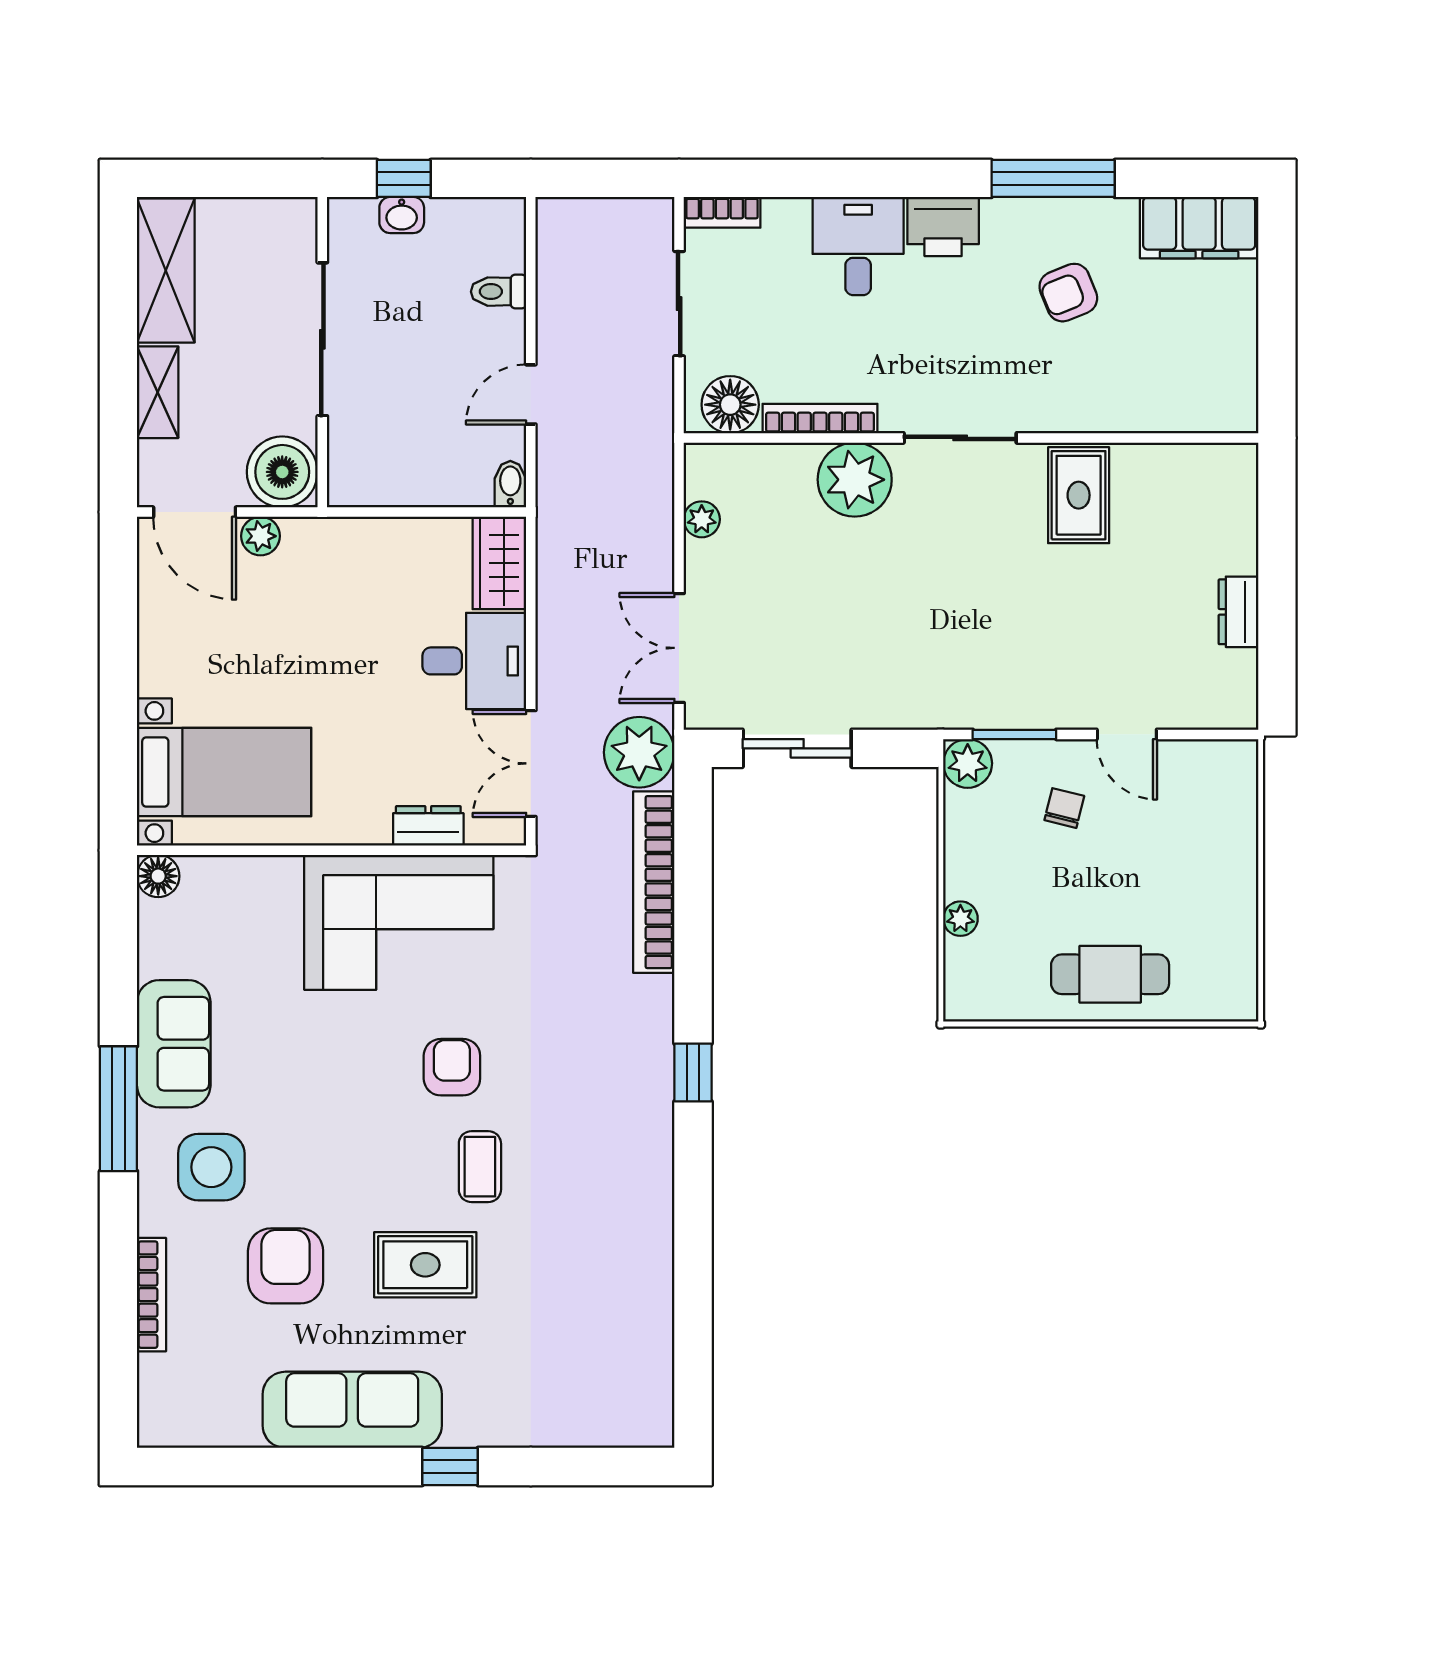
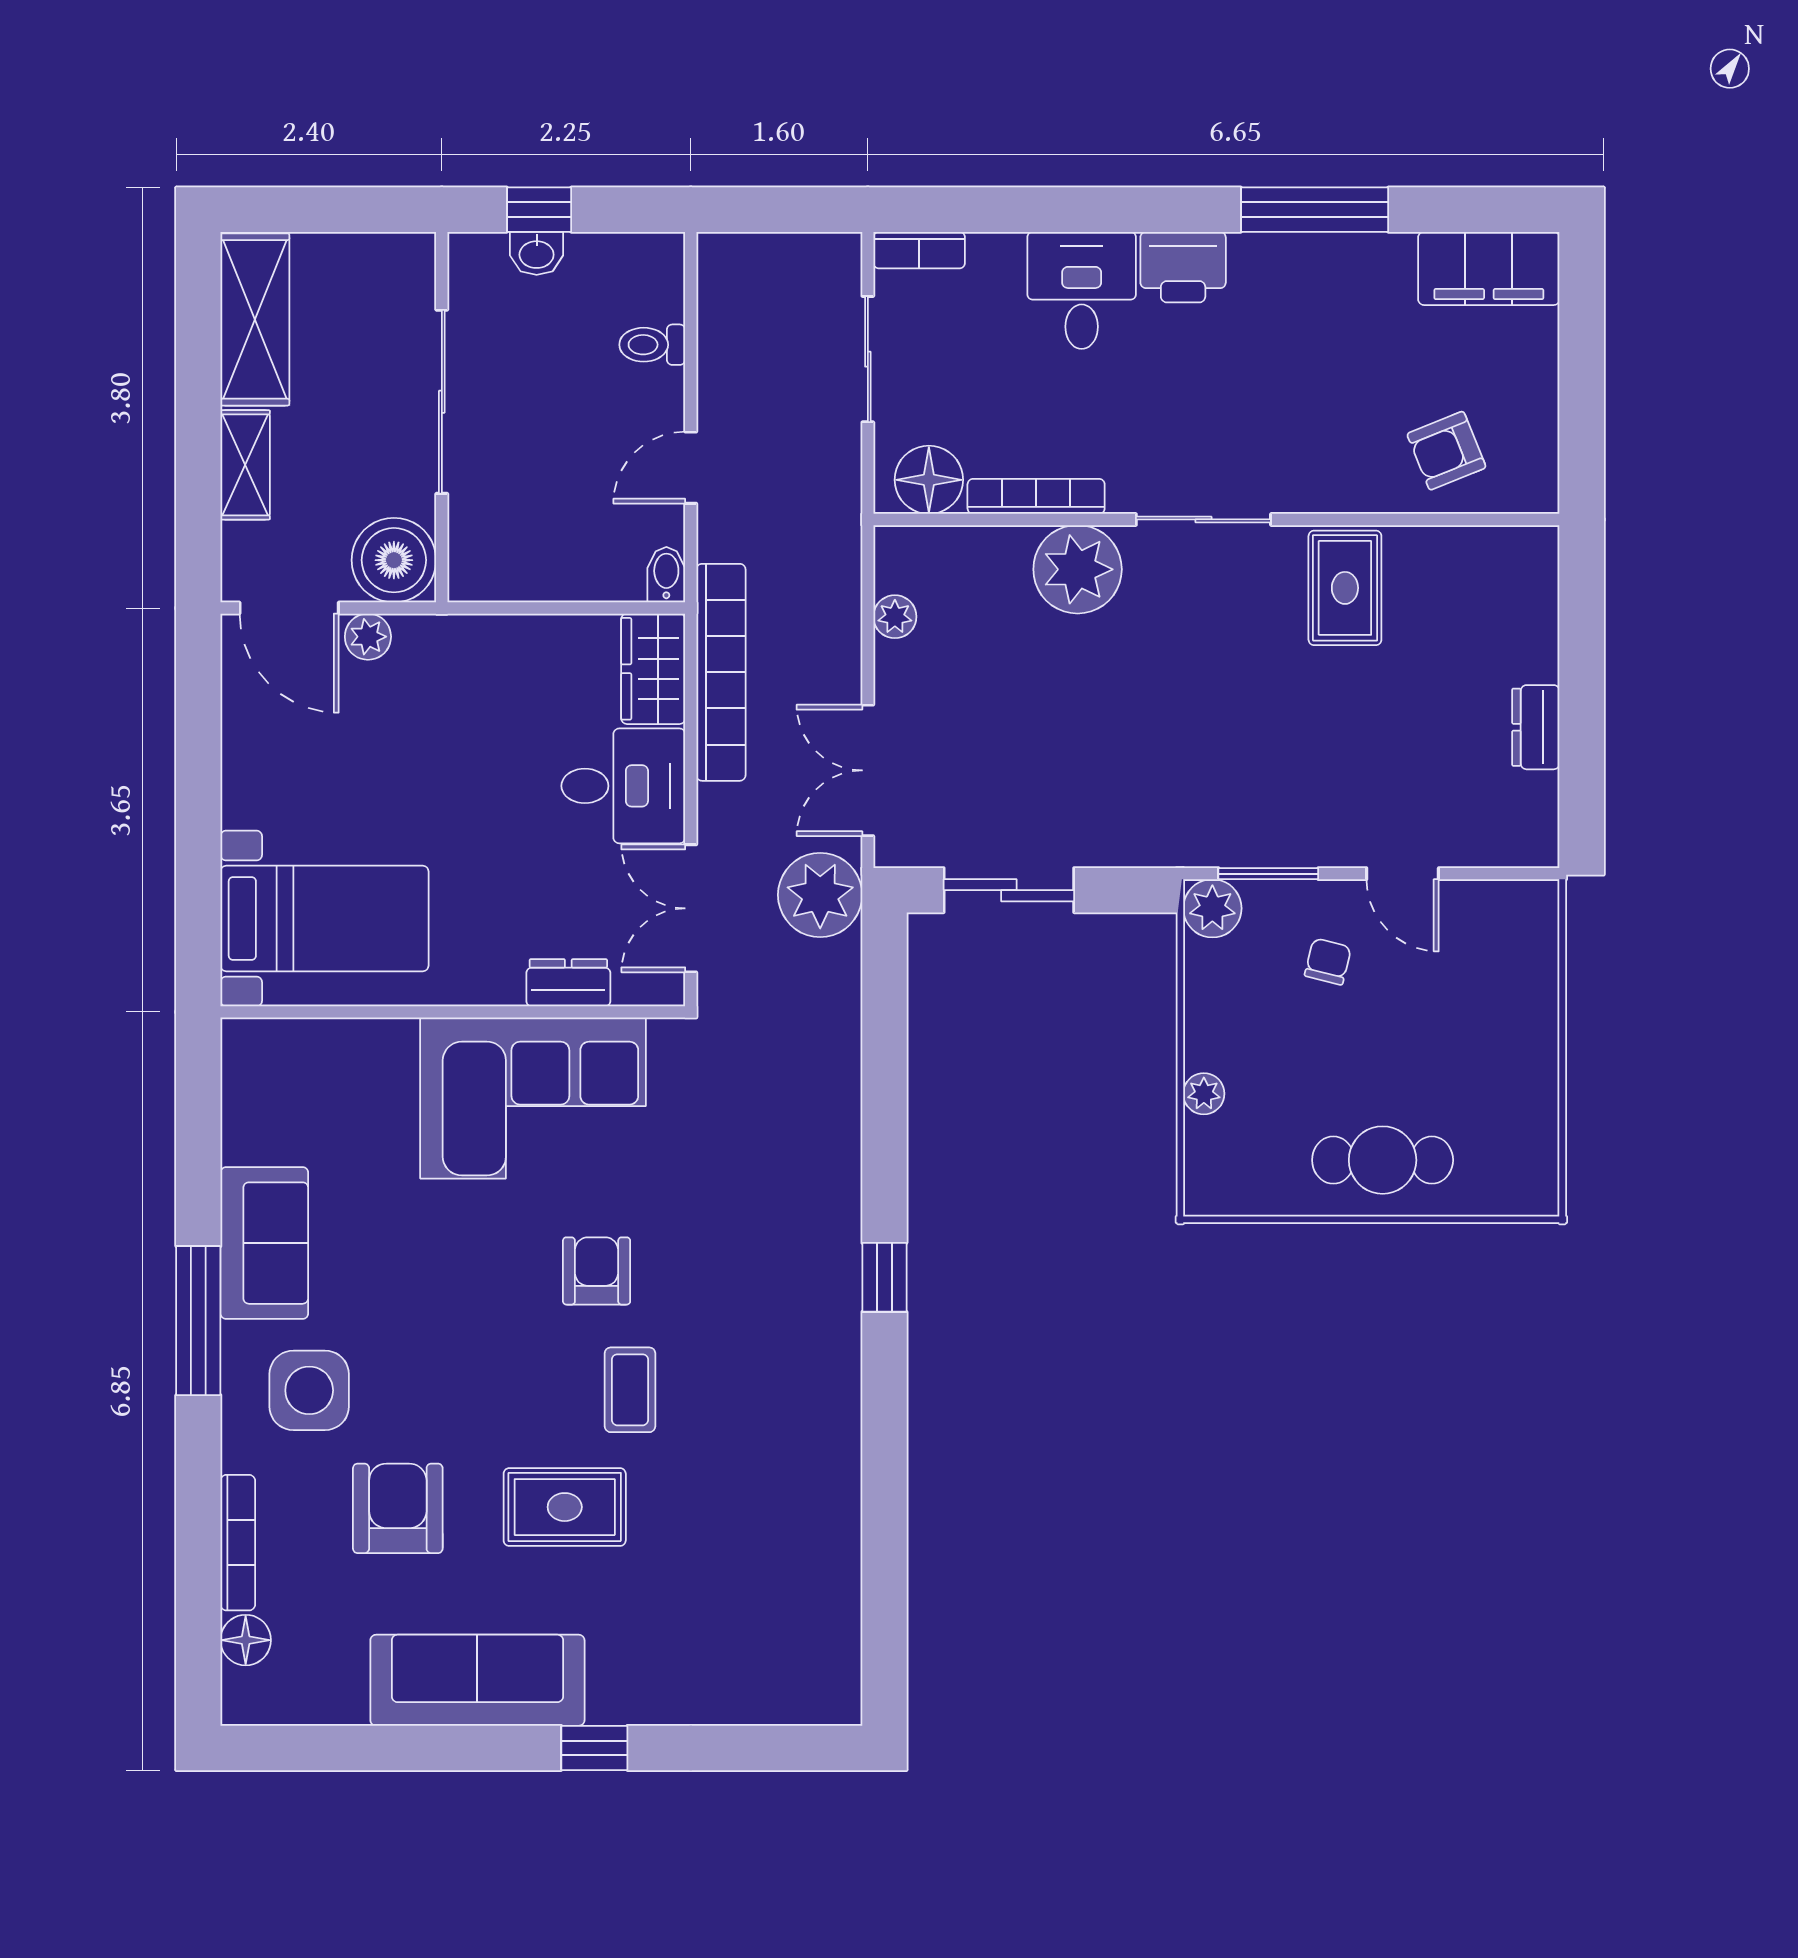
armchair: (1068, 293) -> (1446, 451), moved
floor lamp: (158, 876) -> (246, 1640), moved
bookcase: (654, 882) -> (721, 672), moved, turned 180

